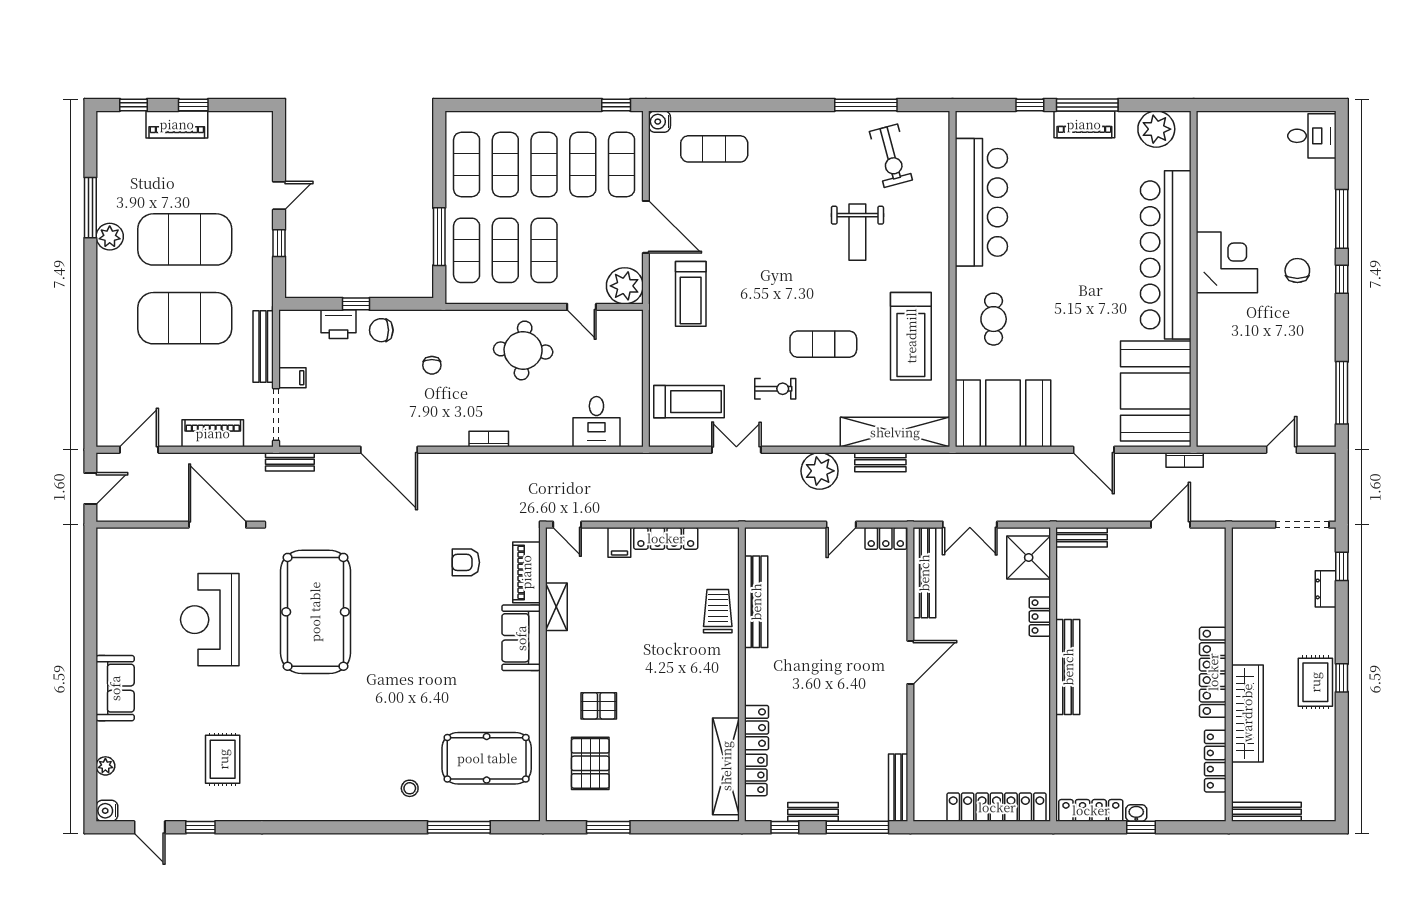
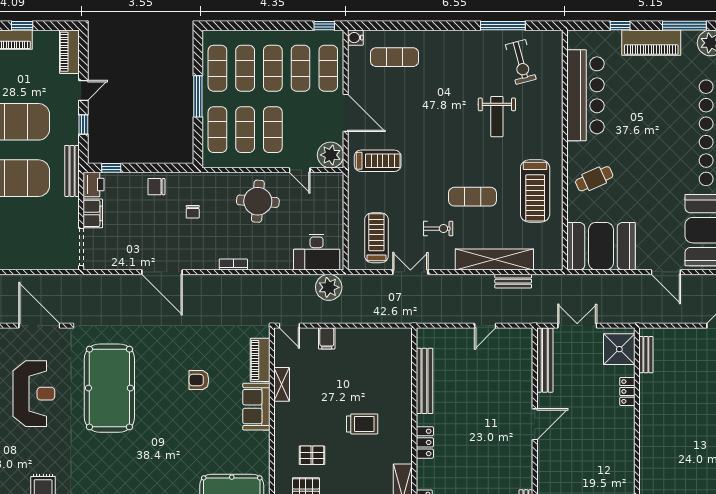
window: (1087, 105) -> (684, 26), moved
piano: (1084, 124) -> (651, 43), width x1.37, depth x1.33
window: (439, 237) -> (198, 96), moved
treadmill: (691, 294) -> (378, 161), turned -90
window: (356, 304) -> (111, 168), moved
cafe table: (994, 319) -> (594, 179), turned 66
printer: (339, 324) -> (94, 185), moved, turned -90
bench: (263, 347) -> (72, 171), moved
filing cabinet: (292, 378) -> (93, 213), width x2.00
treadmill: (689, 402) -> (376, 238), turned -90
desk: (596, 422) -> (317, 252), width x1.37
shelving: (895, 432) -> (494, 259), moved
piano: (213, 433) -> (69, 52), moved, turned -90
bench: (290, 462) -> (91, 281), removed
plant: (820, 471) -> (329, 287), moved
double door: (970, 525) -> (577, 326), swing flipped
bench: (1082, 537) -> (646, 355), moved, turned 90
locker: (666, 538) -> (360, 336), removed
locker: (886, 538) -> (517, 336), removed
armchair: (466, 562) -> (199, 380), moved
trolley: (718, 611) -> (362, 424), moved, turned 90
reception desk: (210, 620) -> (34, 394), turned 180
bench: (1068, 667) -> (647, 428), removed
locker: (757, 728) -> (425, 442), moved

